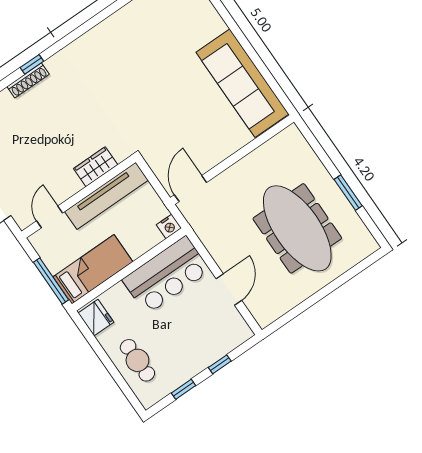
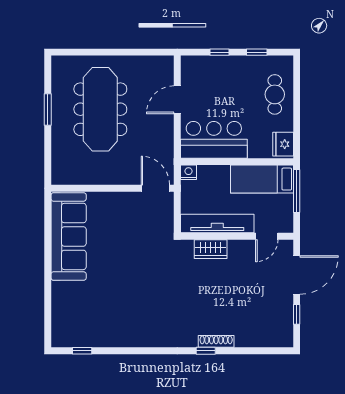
door: (190, 189) -> (155, 188), swing flipped

